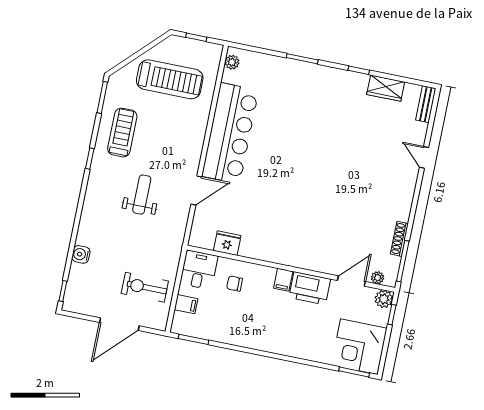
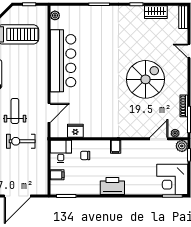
spiral stairs: (349, 187) -> (145, 79), added
door: (196, 191) -> (49, 113), moved
exercise bike: (145, 287) -> (21, 141), moved
printer: (310, 288) -> (112, 186), moved, turned 180

